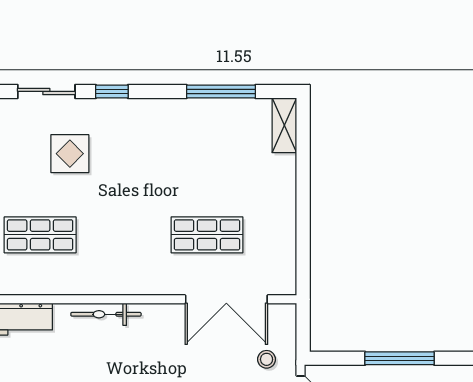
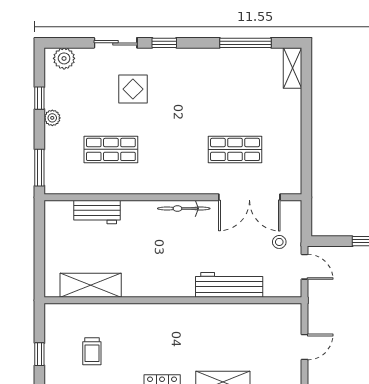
bicycle: (106, 314) -> (184, 208), moved

